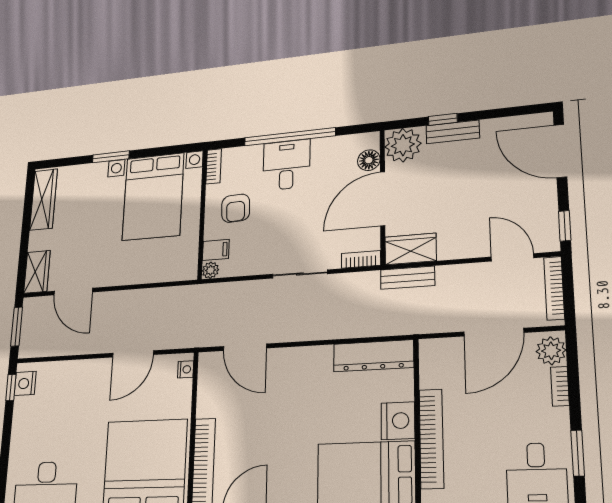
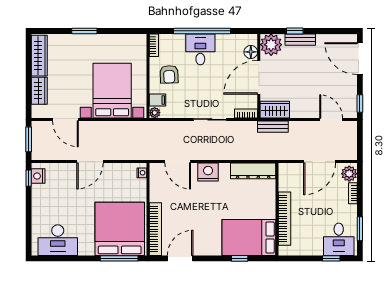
bed with nightstands: (153, 197) -> (112, 91), moved, turned 180
wardrobe: (37, 272) -> (39, 91), moved
bookcase: (554, 288) -> (352, 139), removed
door: (133, 354) -> (90, 162), moved
nightstand: (398, 421) -> (208, 172), moved, turned -90

